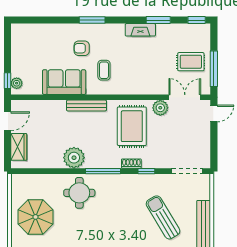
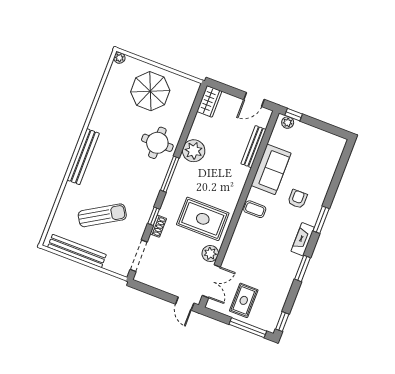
window: (158, 20) -> (302, 268), moved
fireplace: (140, 30) -> (303, 239), moved
window: (214, 69) -> (248, 328), moved
coffee table: (104, 70) -> (255, 209), moved
bench: (86, 106) -> (254, 147), moved
door: (8, 121) -> (254, 100), hinge flipped
wardrobe: (19, 147) -> (209, 101), moved, turned -90
shoe rack: (131, 164) -> (158, 226), moved

